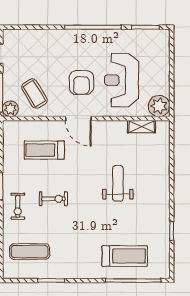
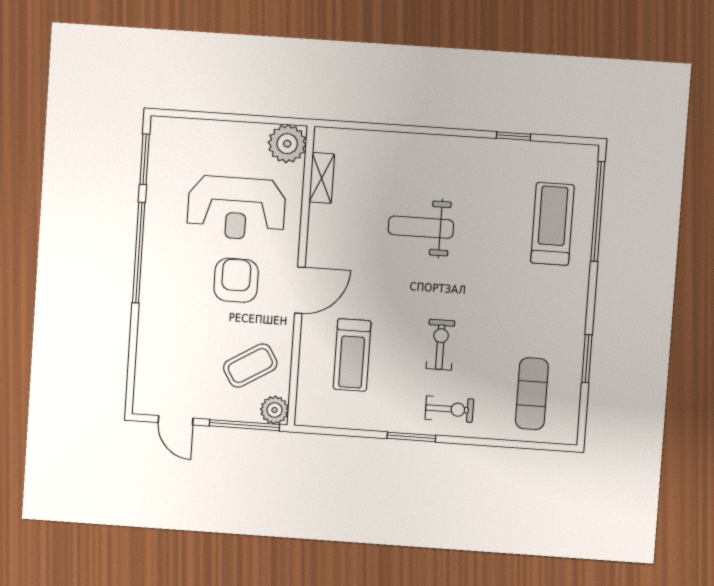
armchair: (81, 83) -> (236, 280), turned -90

